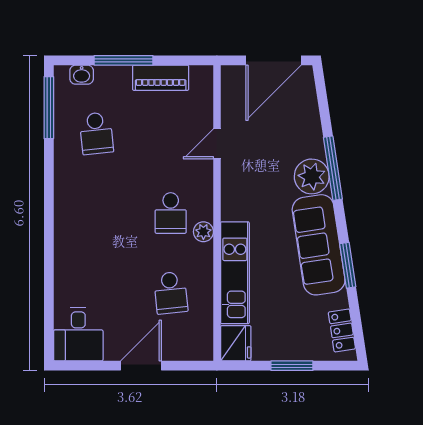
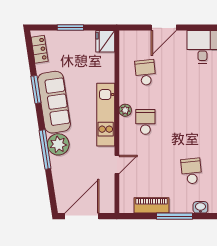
kitchen unit: (235, 273) -> (106, 115), moved

